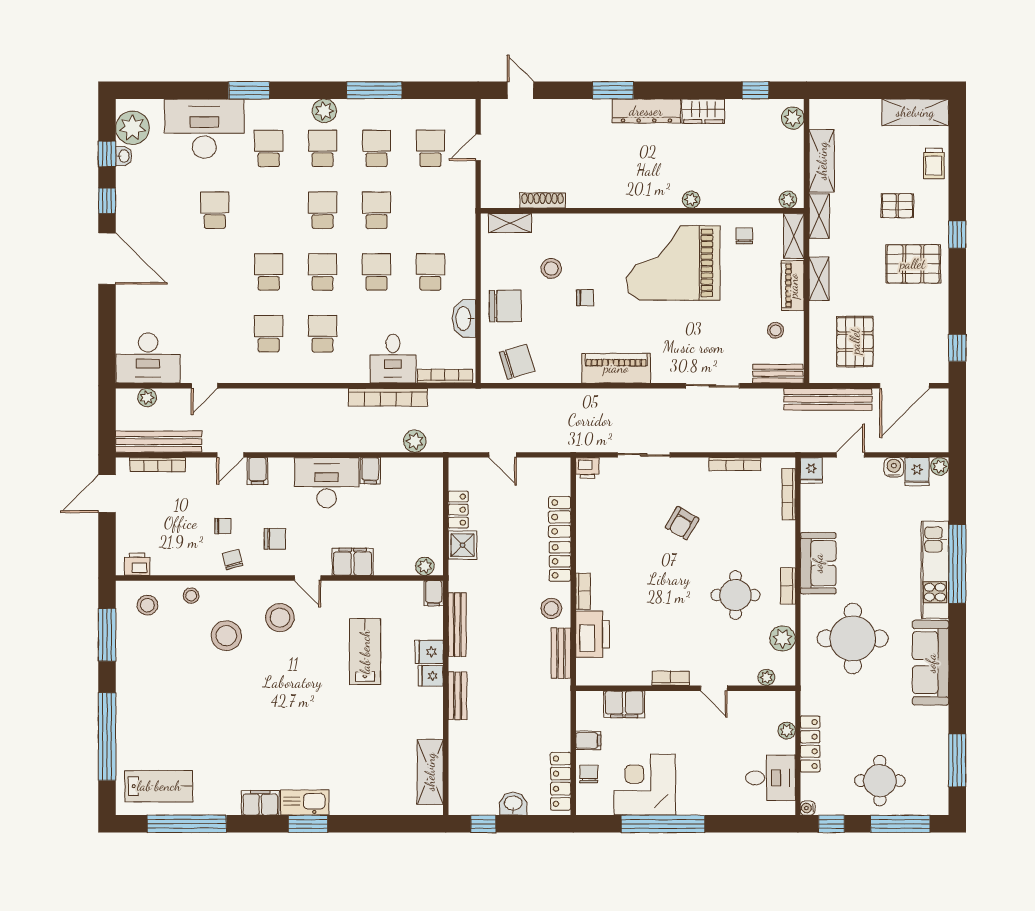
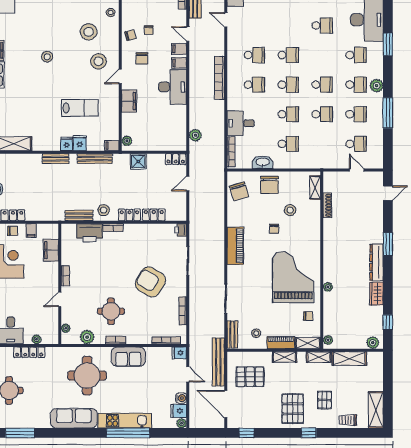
bookcase: (388, 397) -> (219, 78), moved
filing cabinet: (370, 471) -> (179, 63), moved
locker: (458, 510) -> (176, 159), moved
armchair: (682, 523) -> (150, 282), width x1.88, depth x1.88
stool: (272, 711) -> (47, 57), added

